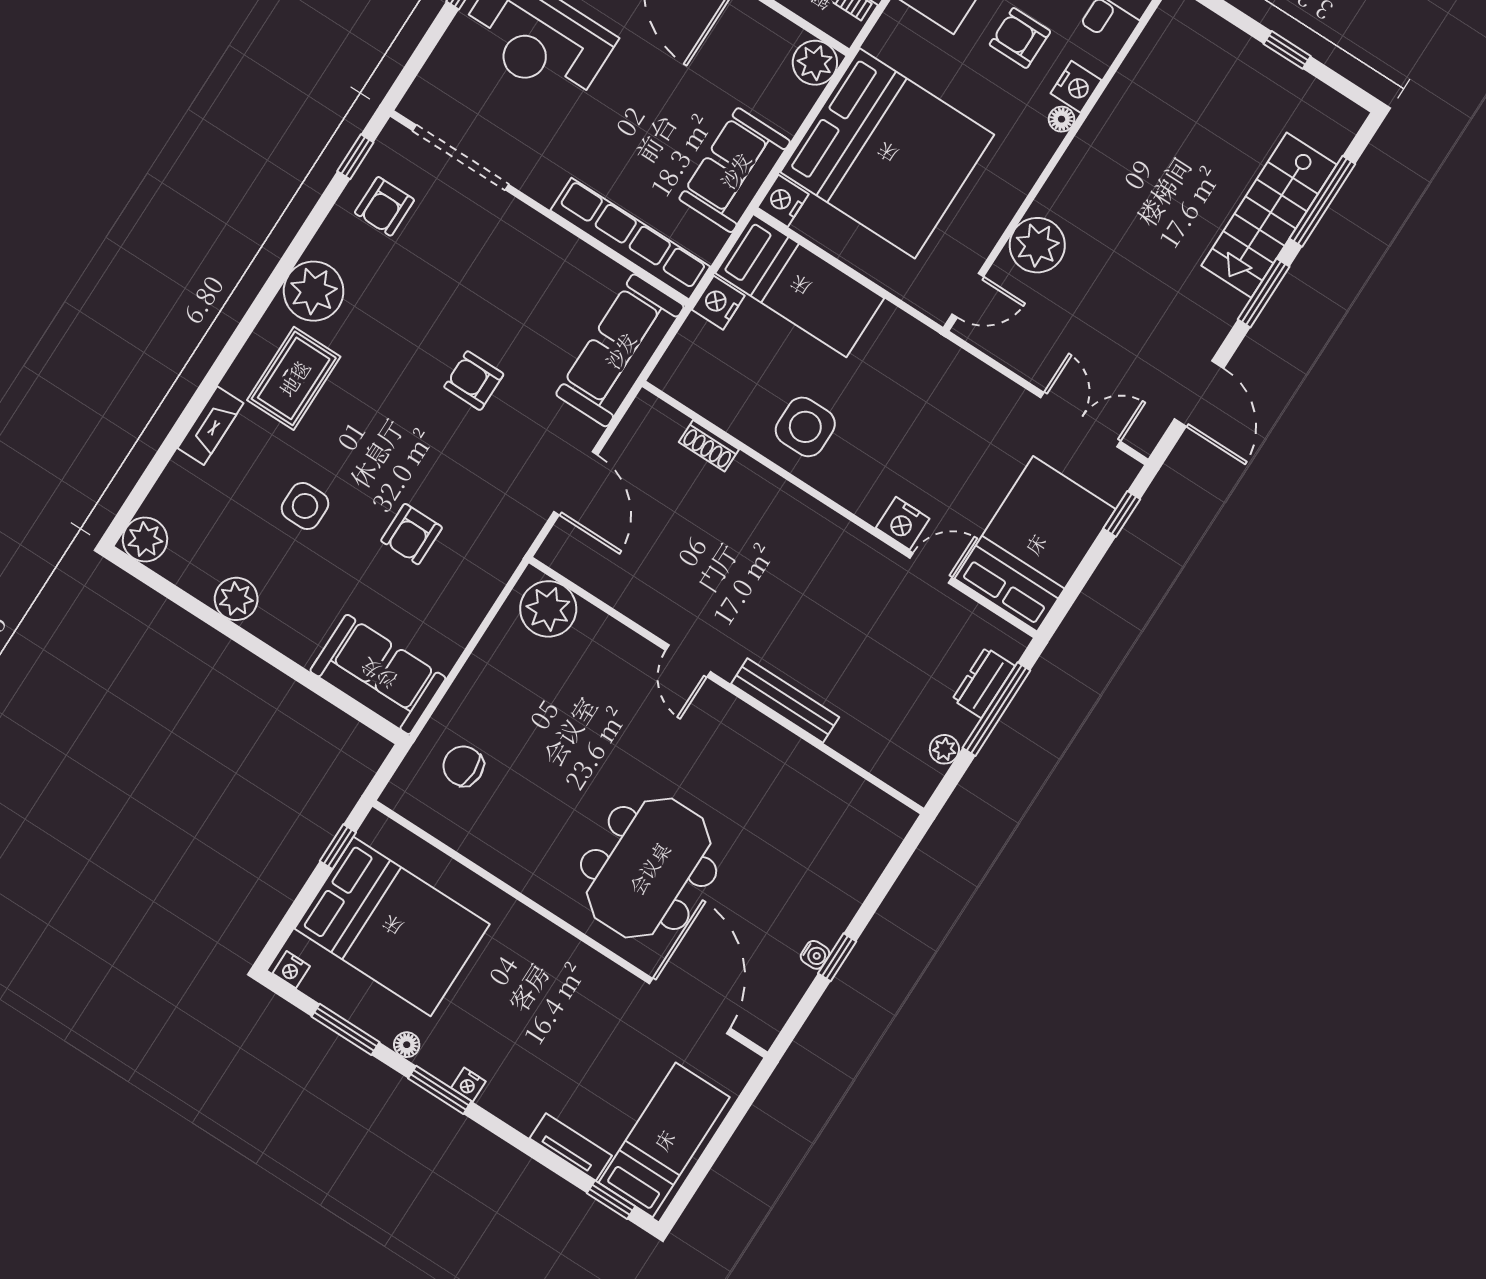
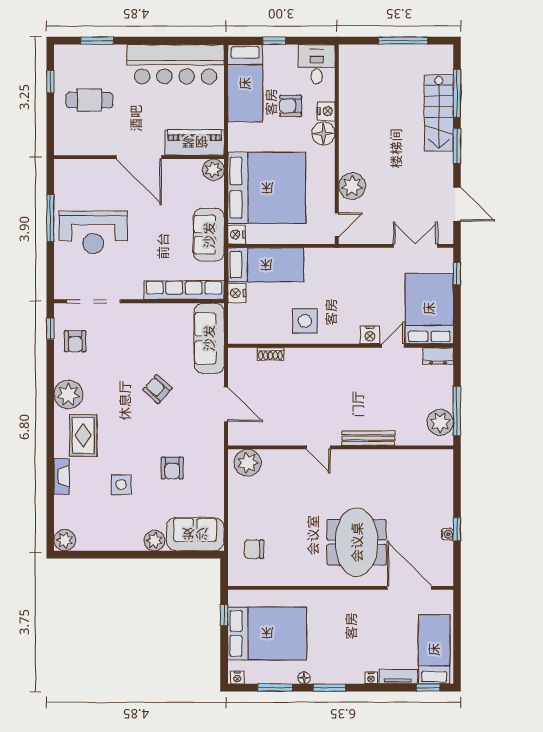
window: (1287, 50) -> (403, 41), width x2.17
floor lamp: (1062, 119) -> (323, 134), width x1.89, depth x1.89
armchair: (474, 381) -> (157, 389), turned 42
plant: (236, 599) -> (155, 541), moved
dresser: (984, 683) -> (438, 356), moved, turned -90
window: (996, 709) -> (457, 411), moved
plant: (944, 749) -> (440, 422), width x1.88, depth x1.88
nightstand: (468, 1085) -> (371, 678), moved

